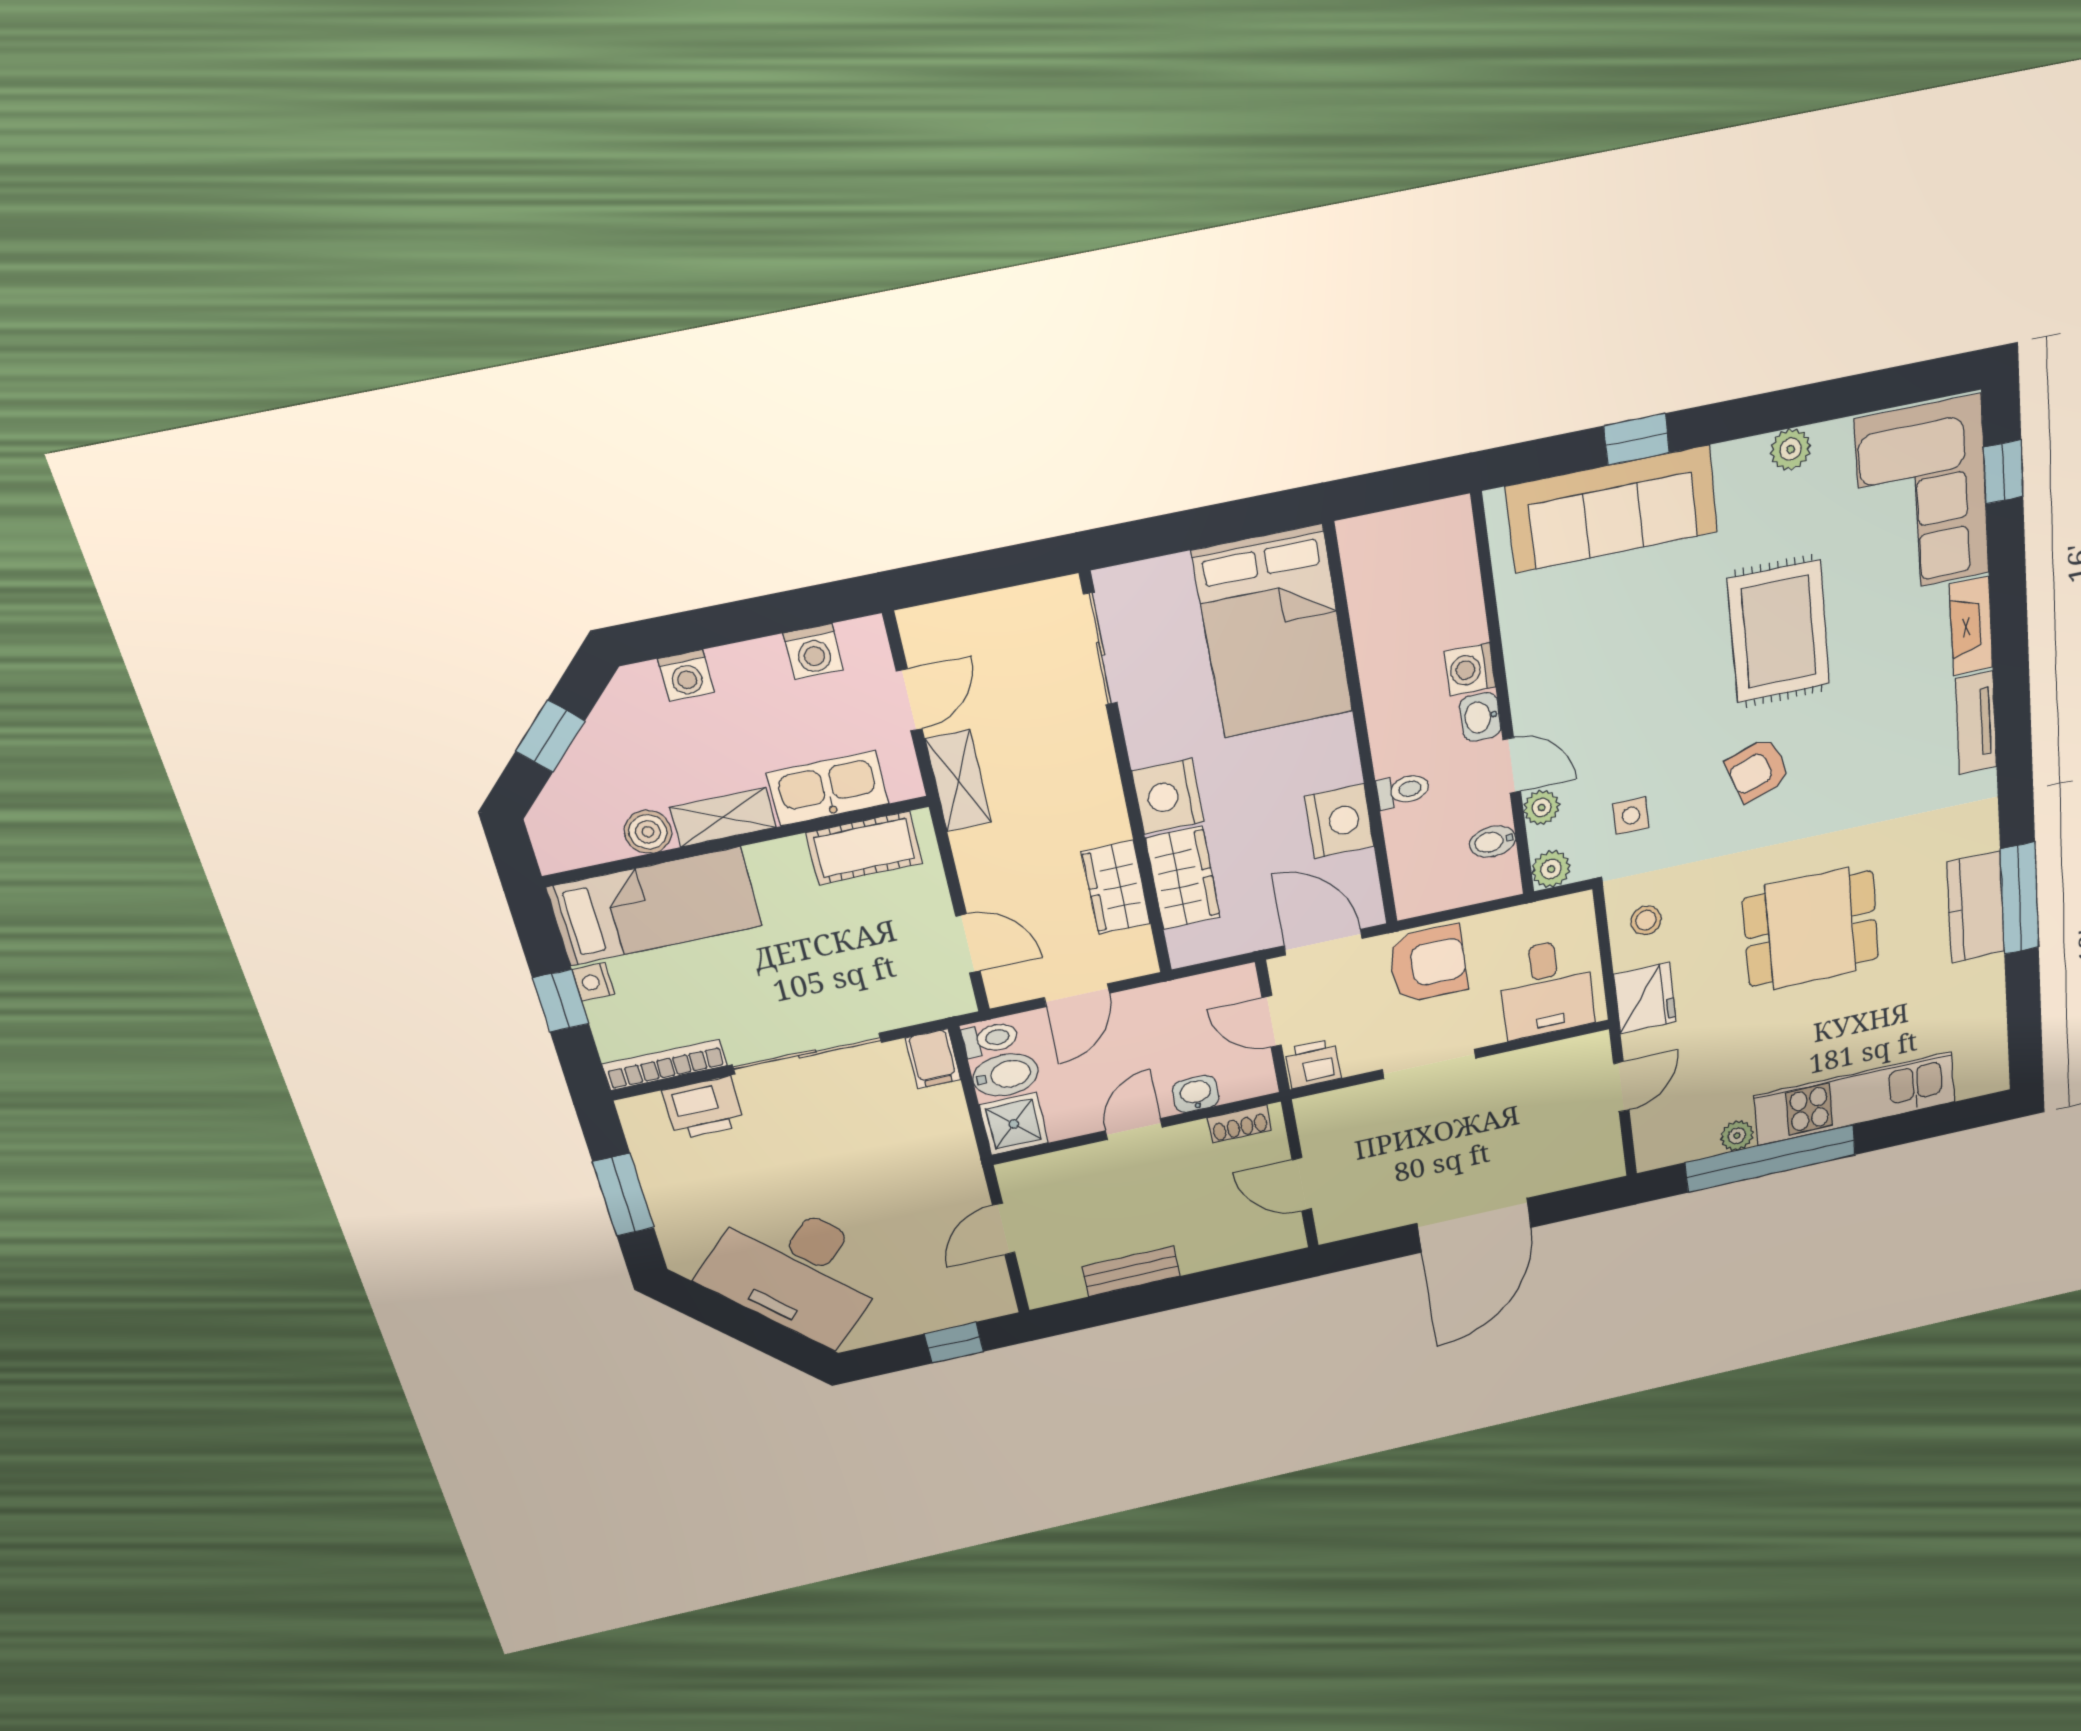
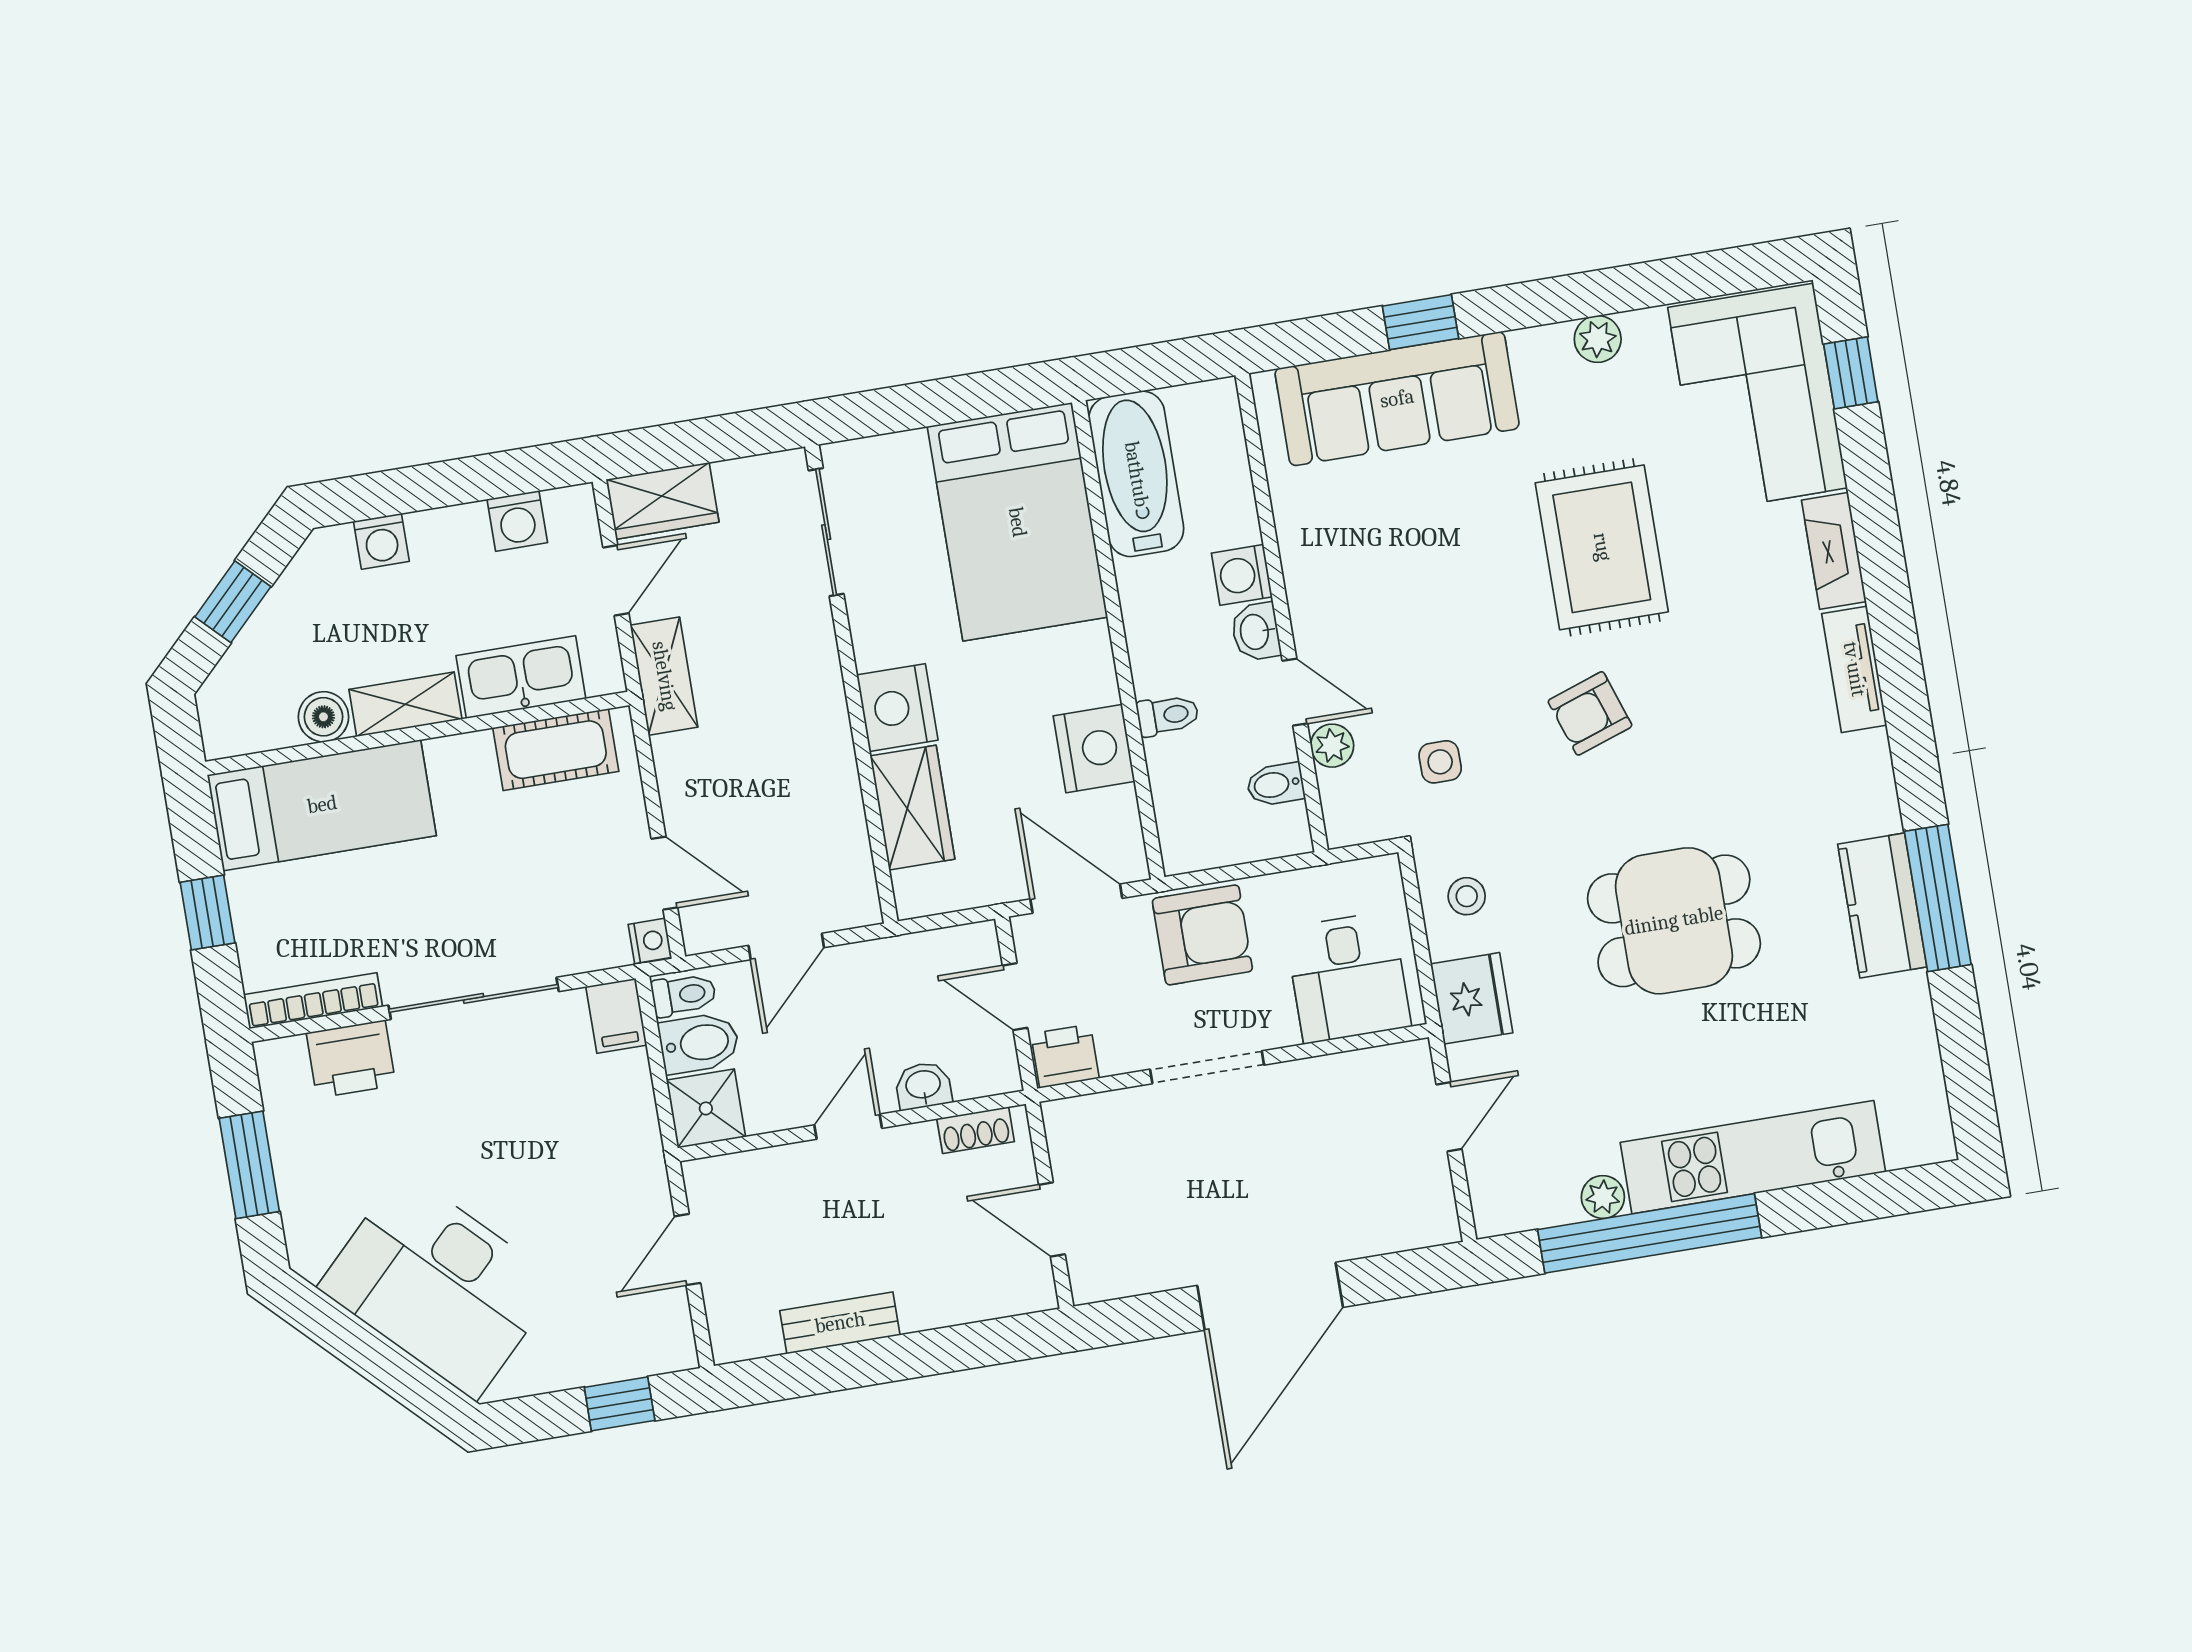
bathtub: (1379, 585) -> (1136, 474), added
plant: (1551, 869) -> (1347, 823), removed
wardrobe: (1116, 888) -> (663, 501), moved, turned -90
nightstand: (593, 982) -> (650, 941), moved, turned 180

